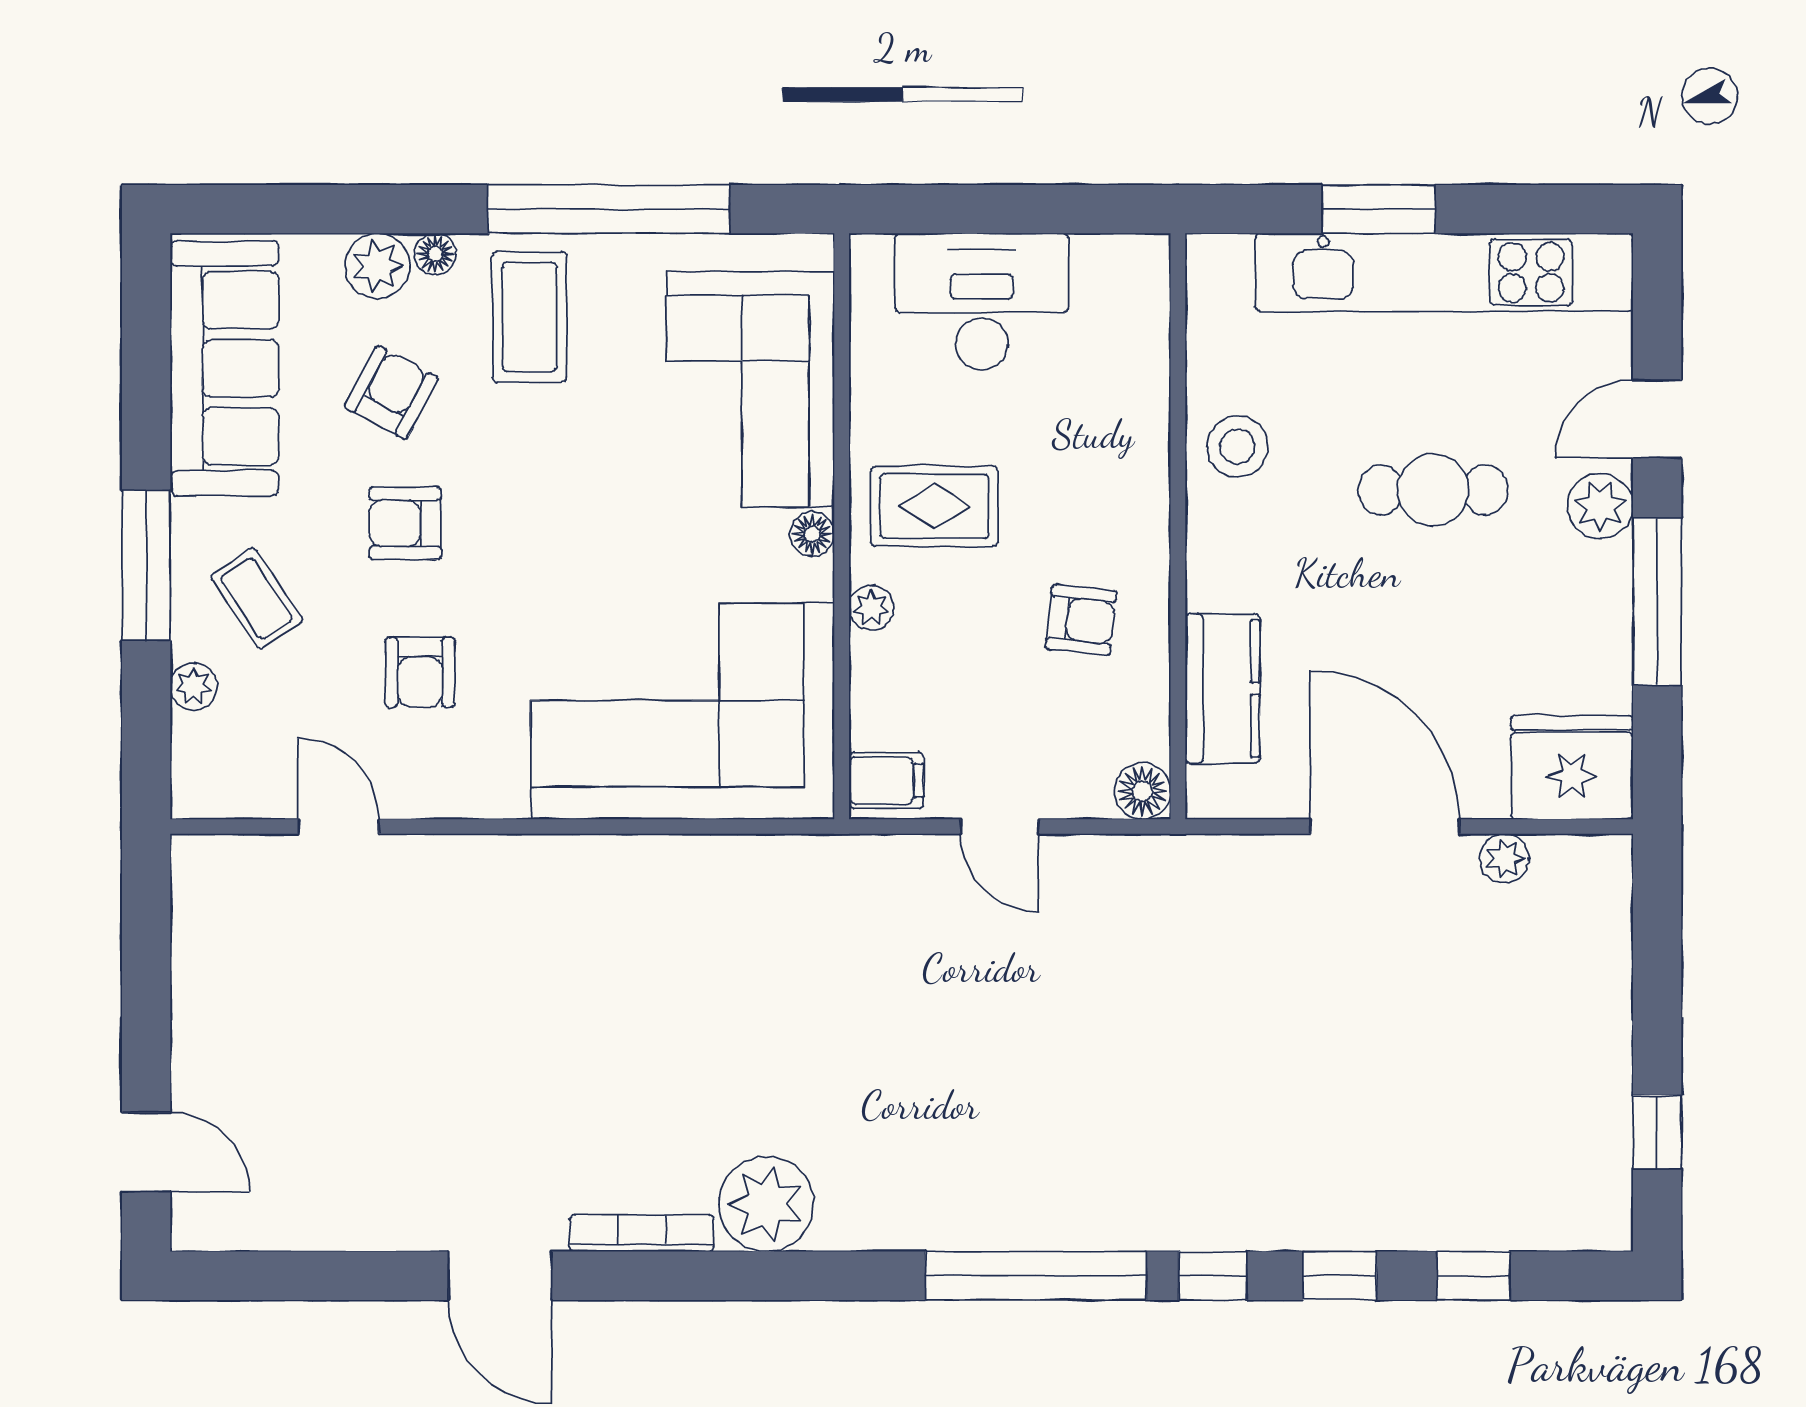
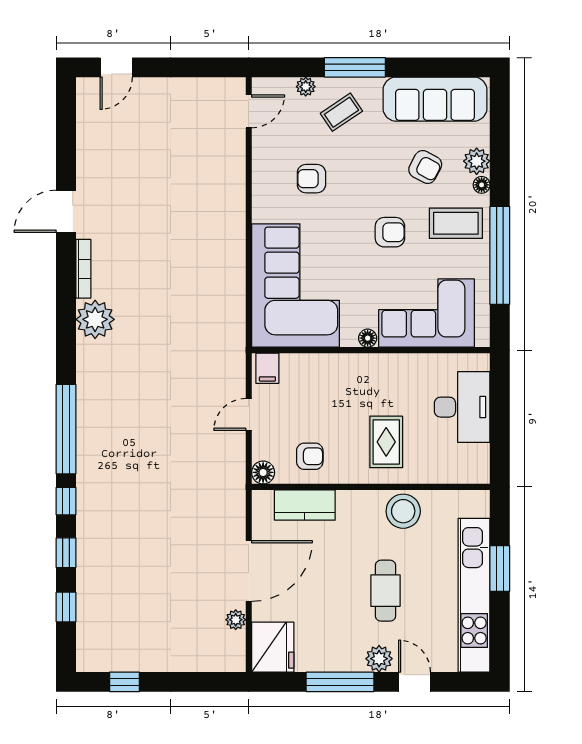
stool: (1238, 447) -> (403, 511), width x1.38, depth x1.38
rug: (934, 506) -> (386, 442), moved
armchair: (405, 523) -> (390, 232), moved, turned 90
plant: (871, 608) -> (338, 362), removed
armchair: (1081, 620) -> (310, 456), moved, turned -96
door: (338, 827) -> (249, 111), moved

